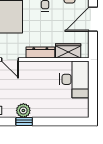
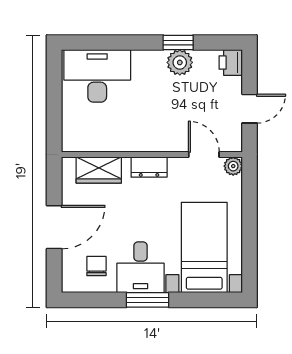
dresser: (40, 53) -> (149, 167), width x0.70
desk: (74, 79) -> (97, 76), moved, turned 90

